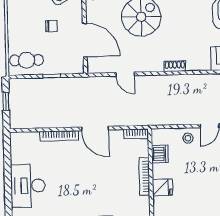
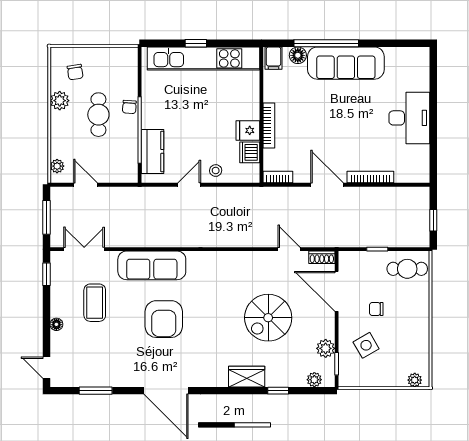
shoe rack: (175, 66) -> (322, 257), moved
fridge: (162, 188) -> (248, 130), moved

